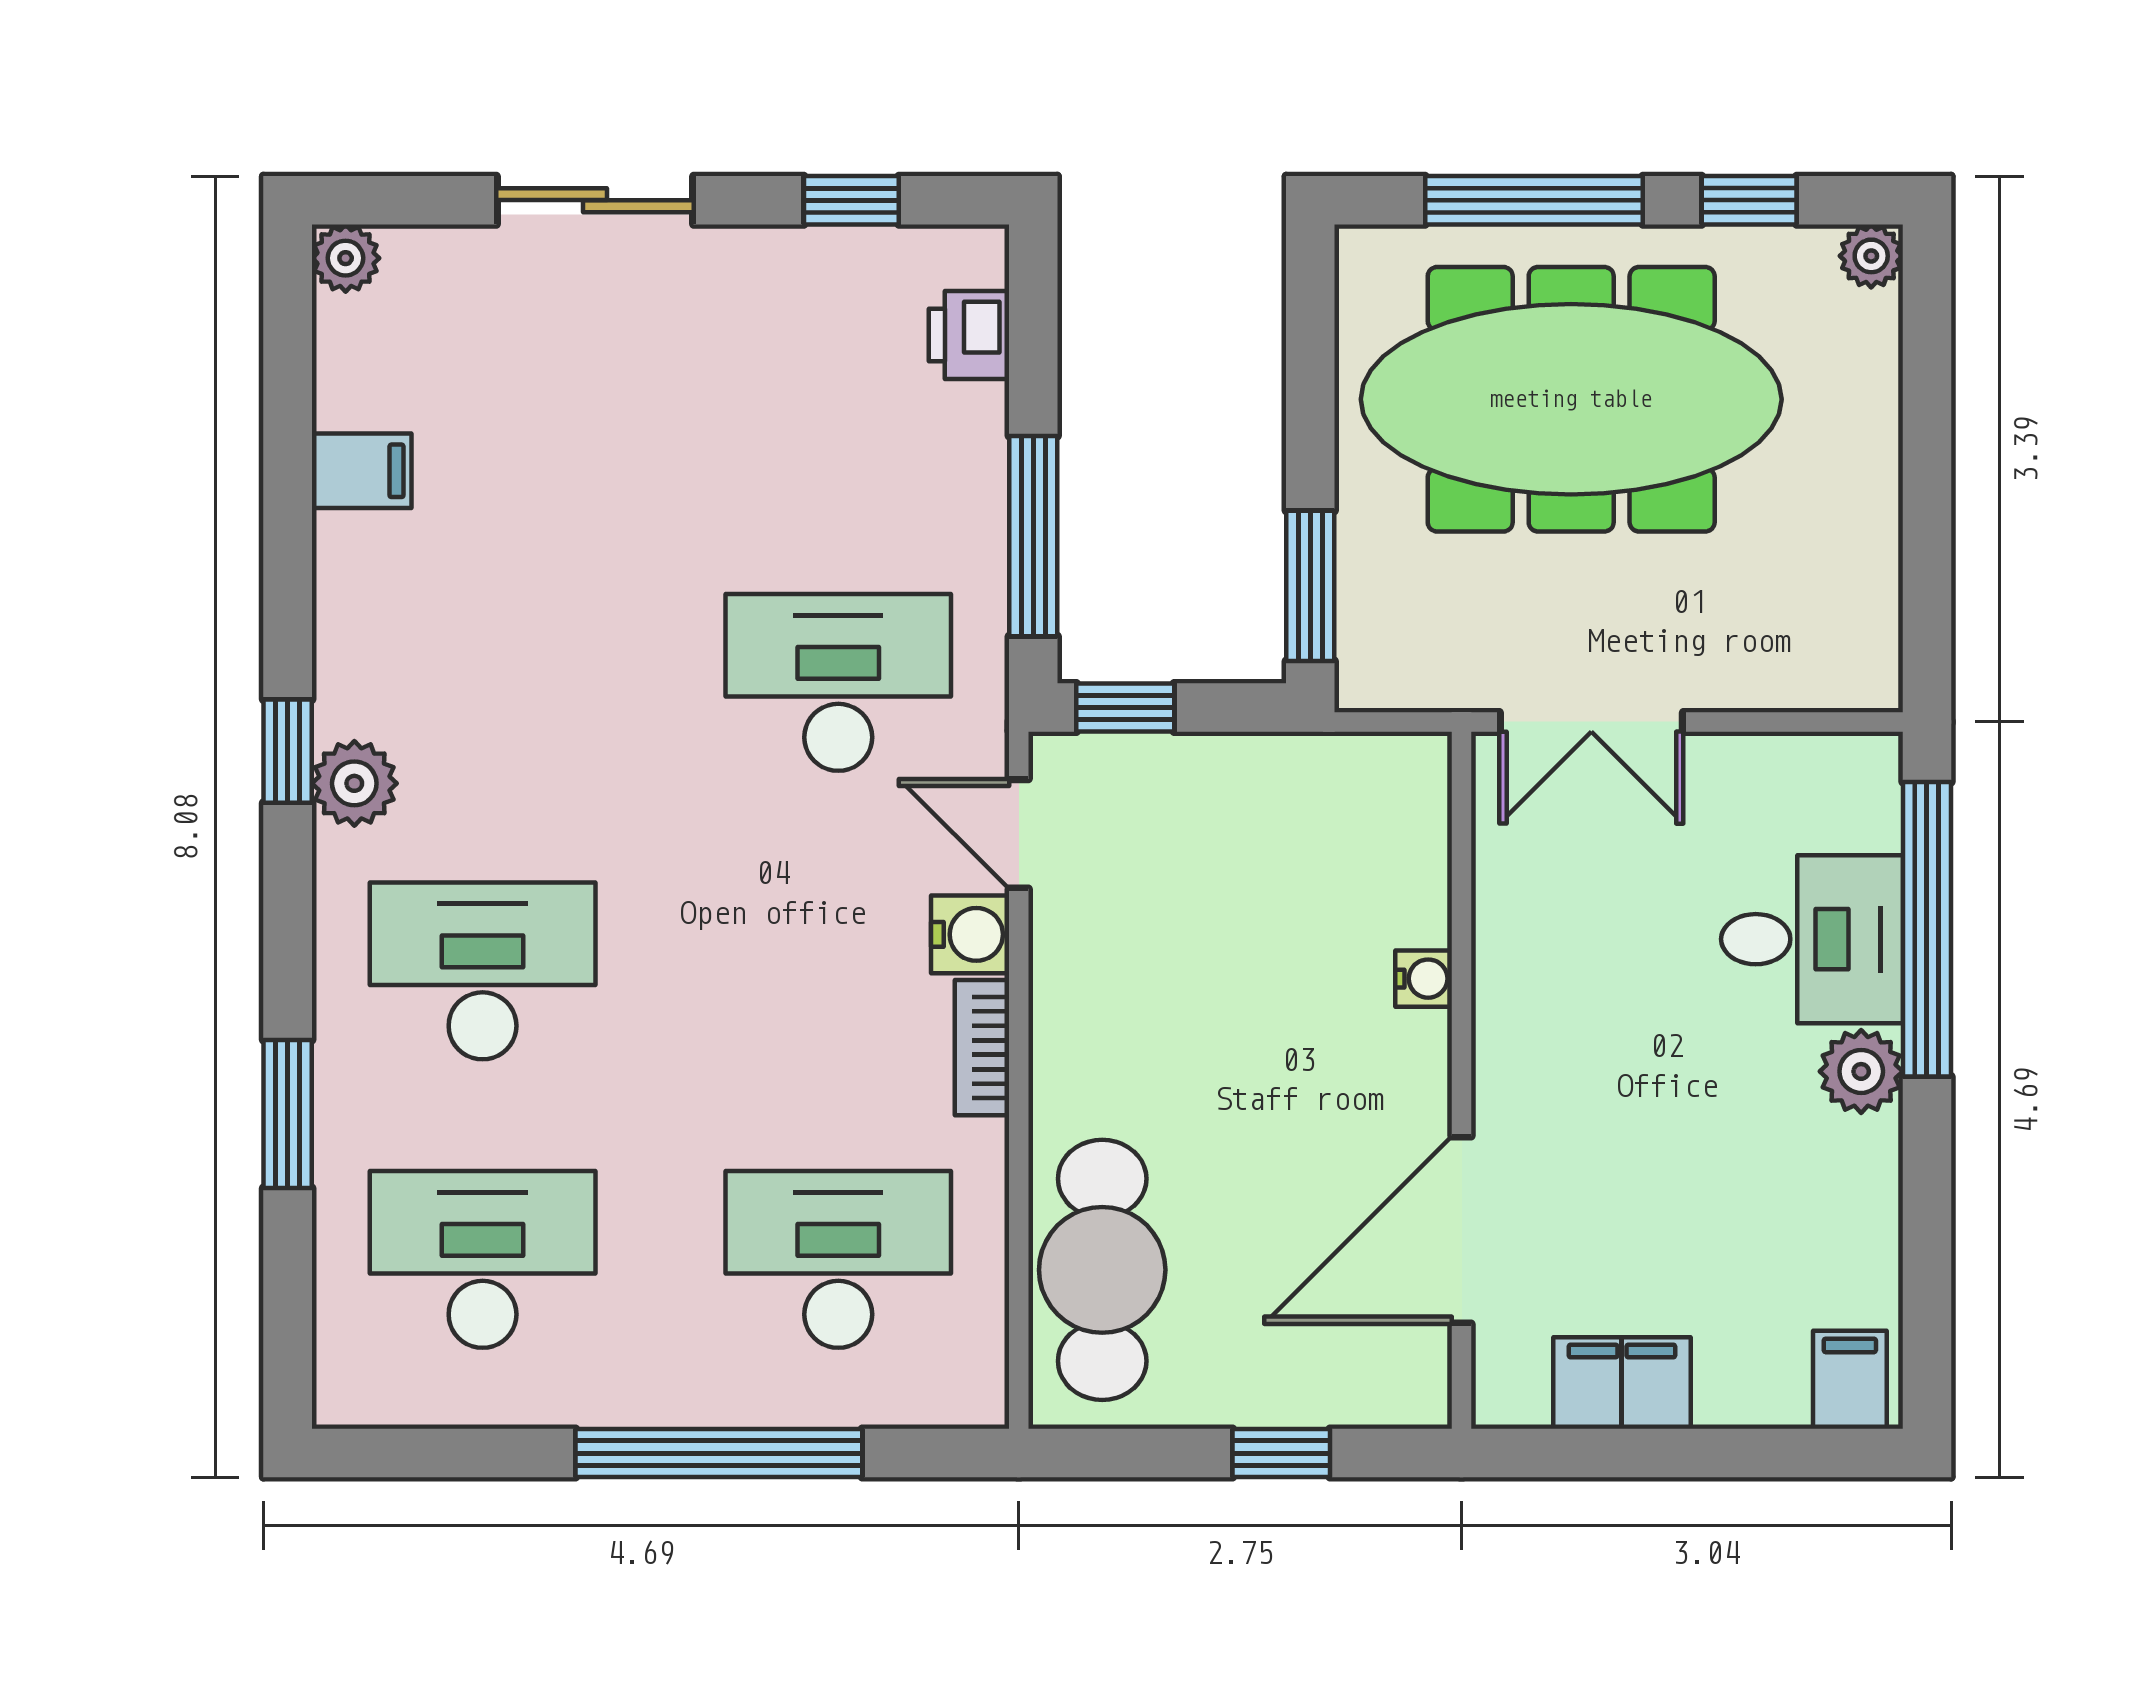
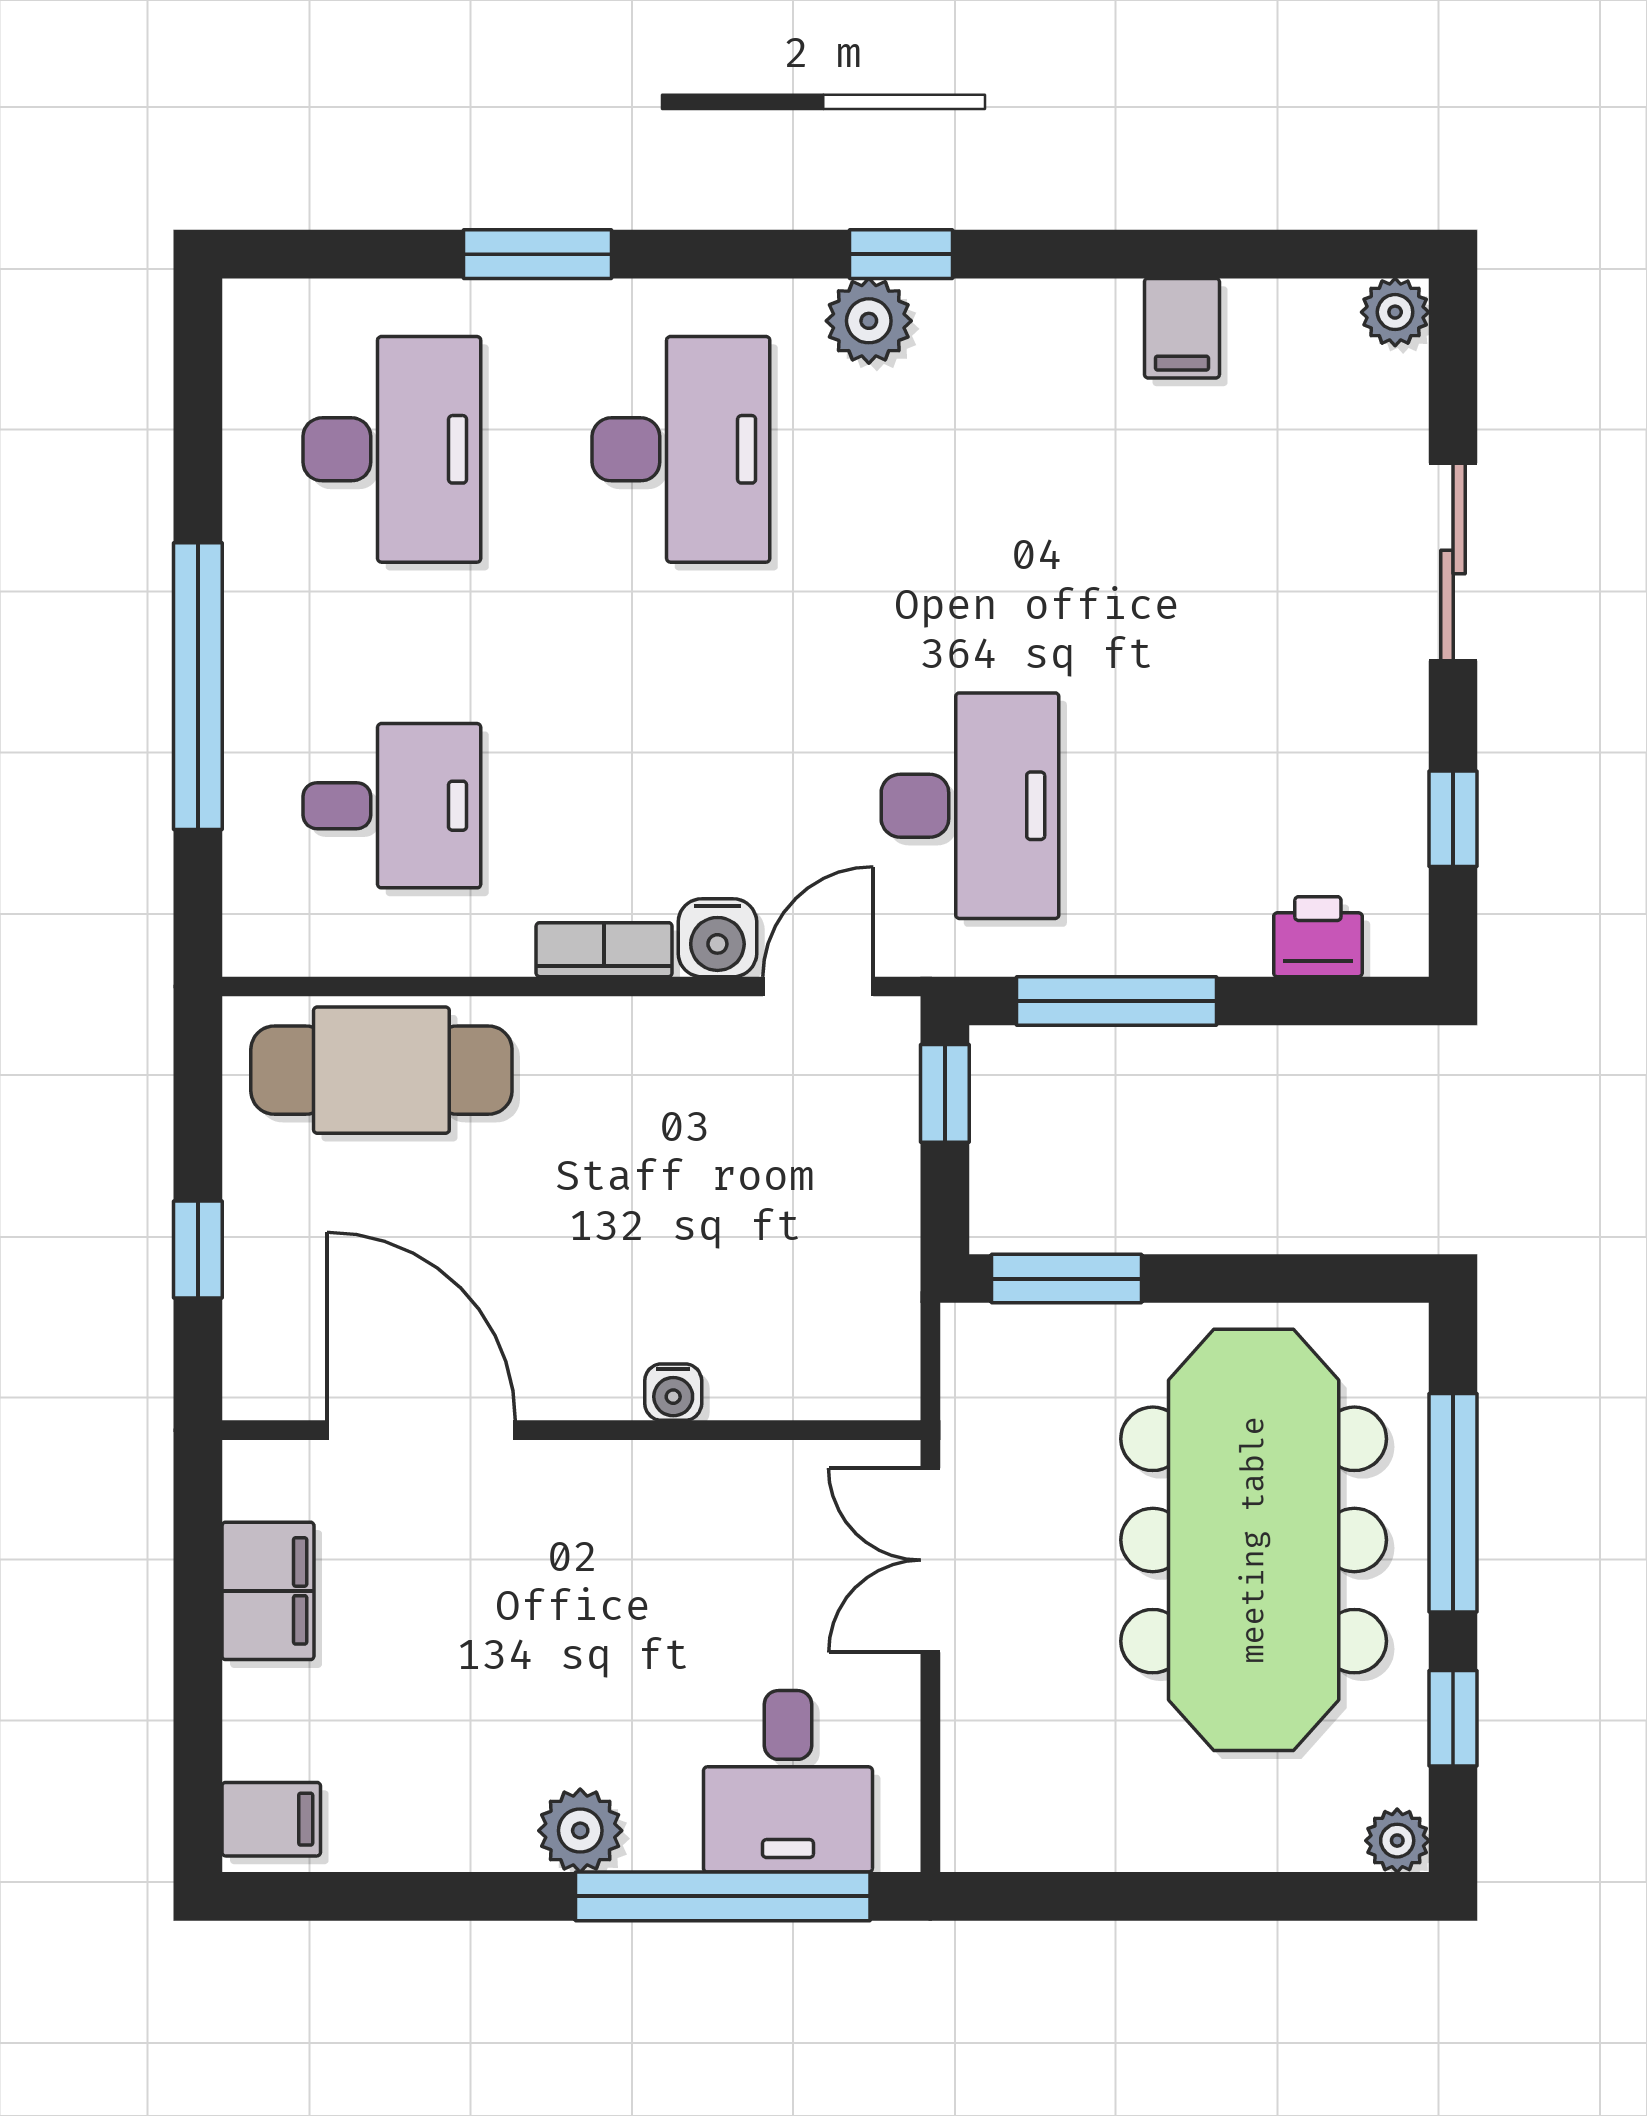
desk: (1812, 939) -> (788, 1781), moved
desk: (838, 1259) -> (392, 806), width x0.73

